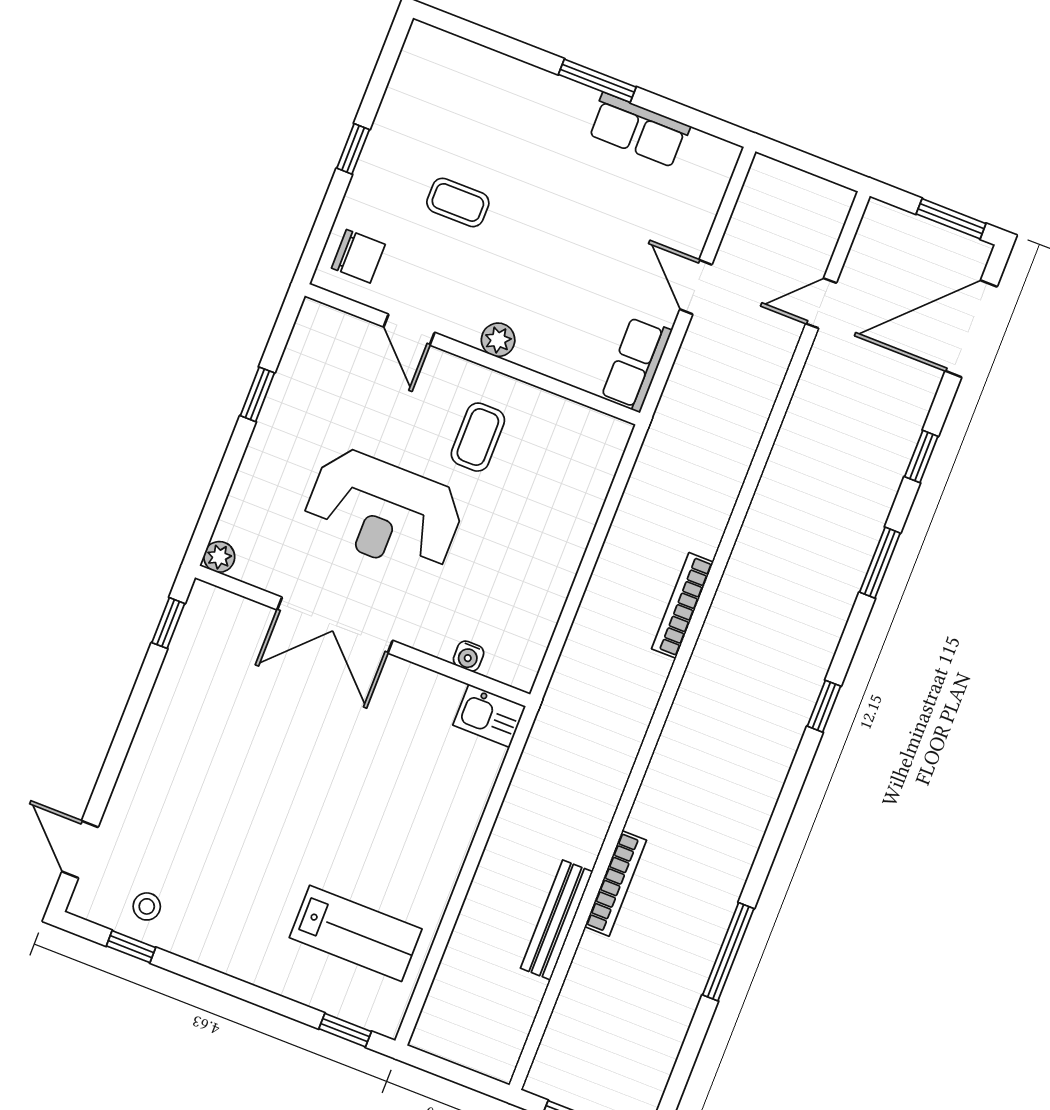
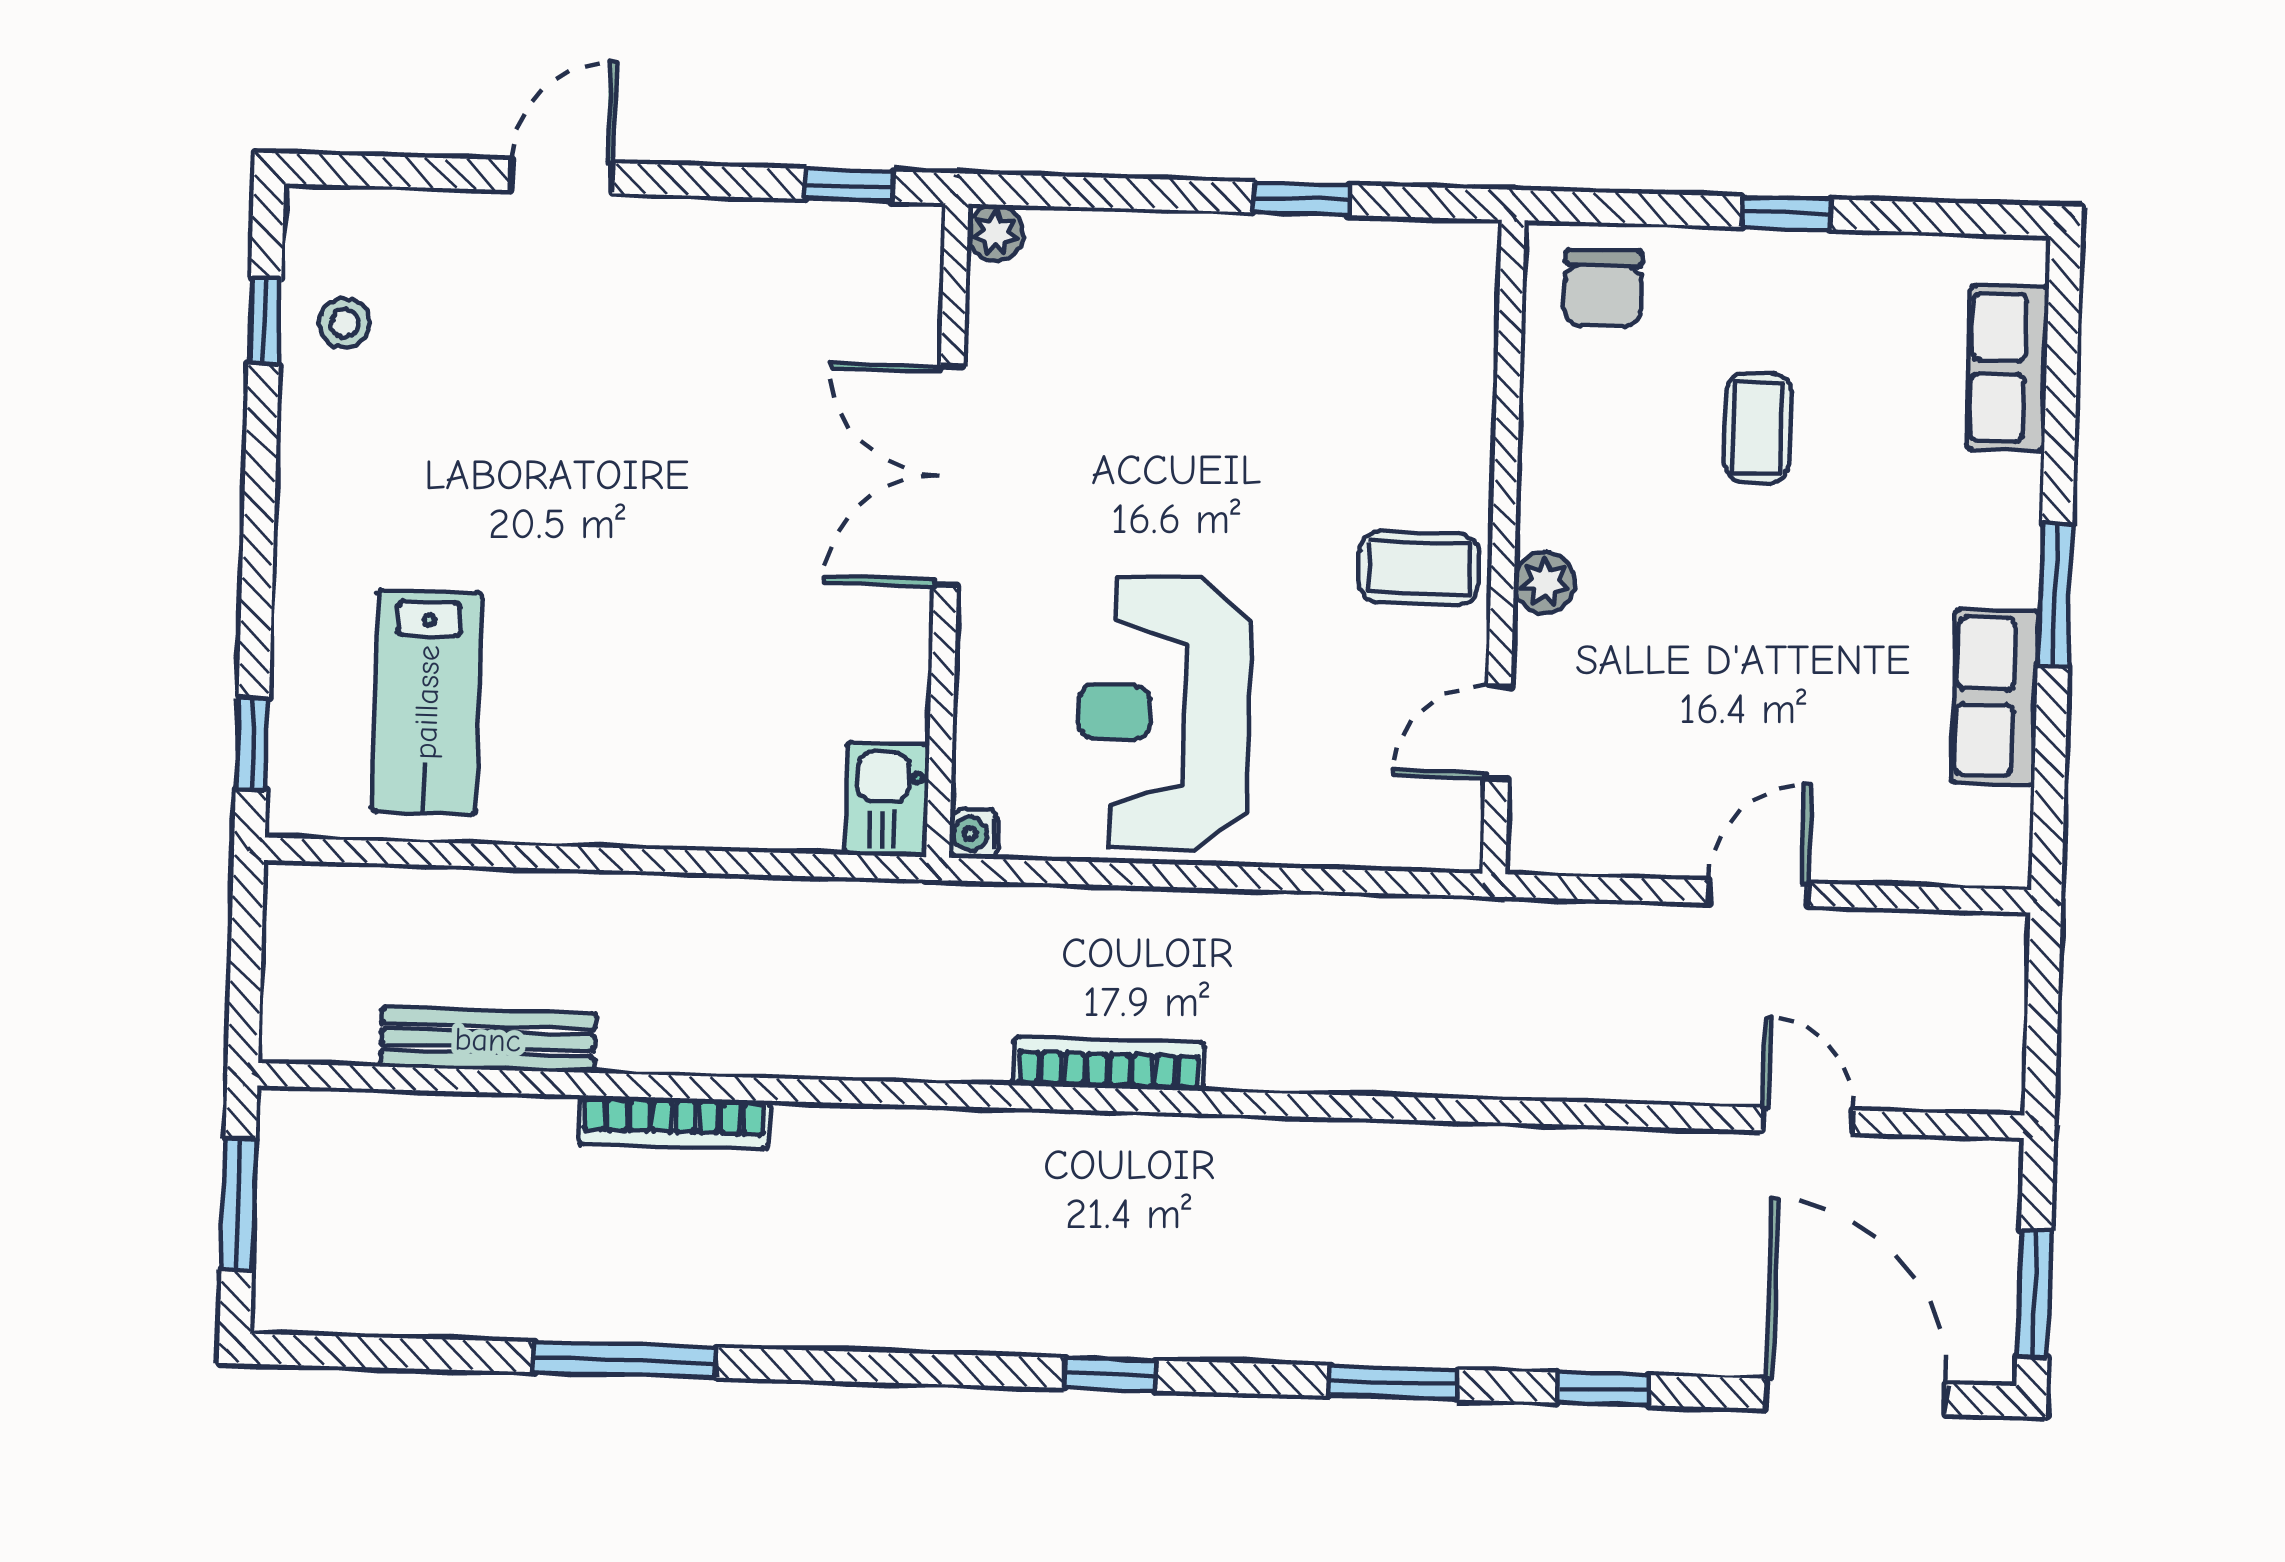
door: (409, 330) -> (1498, 733), moved
row of seats: (637, 364) -> (2008, 368), moved, turned -90
coffee table: (478, 437) -> (1419, 568), moved
reception desk: (384, 512) -> (1164, 714), moved
bookcase: (683, 605) -> (1109, 1064), moved
water cooler: (469, 656) -> (974, 834), moved
door: (80, 849) -> (562, 177), moved
bench: (557, 920) -> (488, 1040), moved

